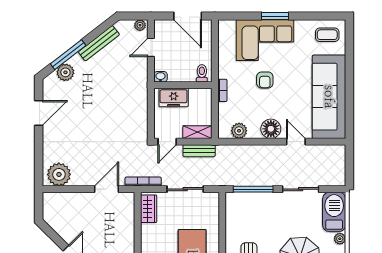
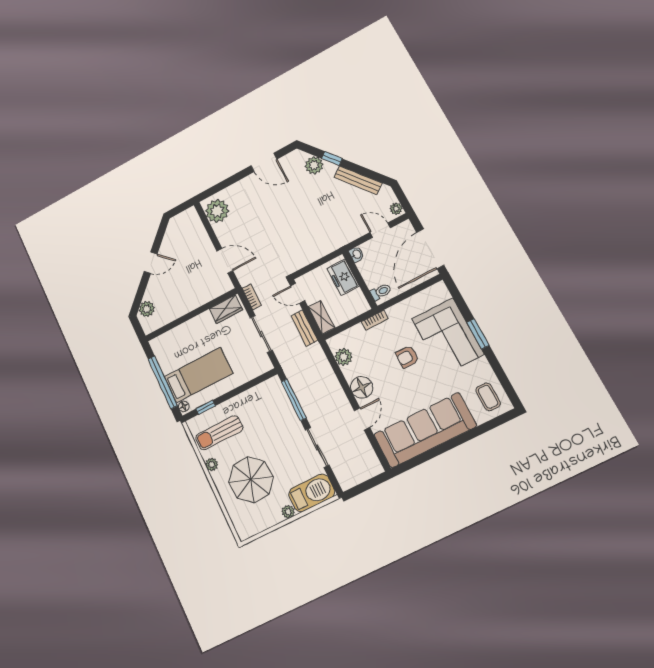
door: (188, 16) -> (430, 249), width x1.36
window: (68, 55) -> (332, 159), width x0.46
bookcase: (143, 182) -> (252, 297), width x0.64

